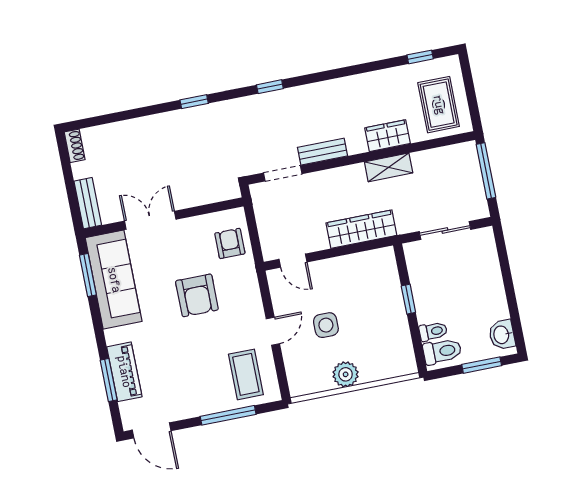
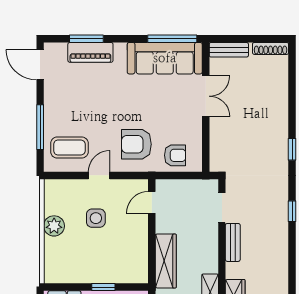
shoe rack: (75, 146) -> (271, 48), width x1.43
window: (88, 275) -> (172, 39), width x1.44
armchair: (197, 295) -> (136, 144), moved
door: (273, 331) -> (99, 175), swing flipped
door: (152, 430) -> (40, 65), hinge flipped

